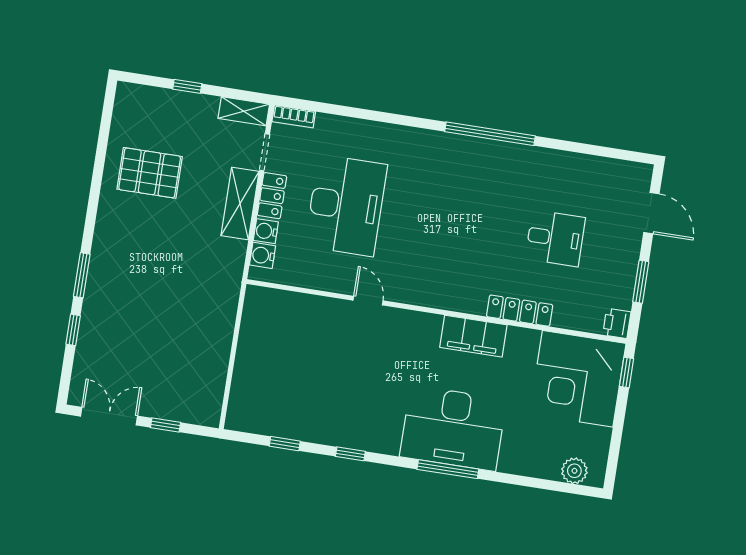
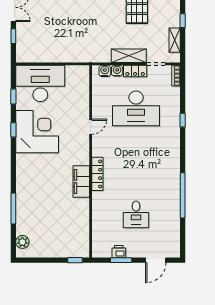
shelving: (244, 111) -> (175, 40), moved
window: (383, 117) -> (183, 120), added
window: (490, 134) -> (183, 195), moved
locker: (520, 311) -> (97, 174), moved
printer: (617, 323) -> (119, 251), moved
corner desk: (578, 379) -> (37, 132), moved, turned 90
desk: (453, 428) -> (40, 83), moved, turned 90
window: (448, 469) -> (13, 209), moved

